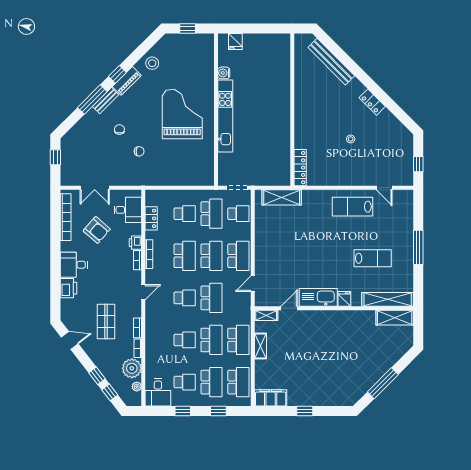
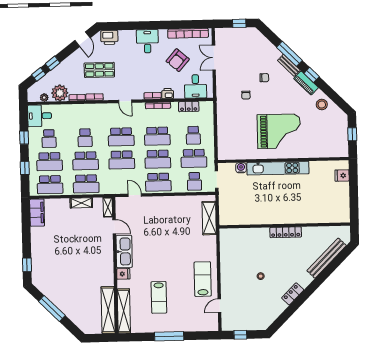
water cooler: (224, 73) -> (241, 168), moved
locker: (300, 168) -> (286, 232), moved
printer: (68, 288) -> (109, 37), moved
school desk: (185, 298) -> (121, 137), width x1.85
shelving: (395, 318) -> (108, 310), width x1.47
window: (305, 411) -> (27, 265), moved

